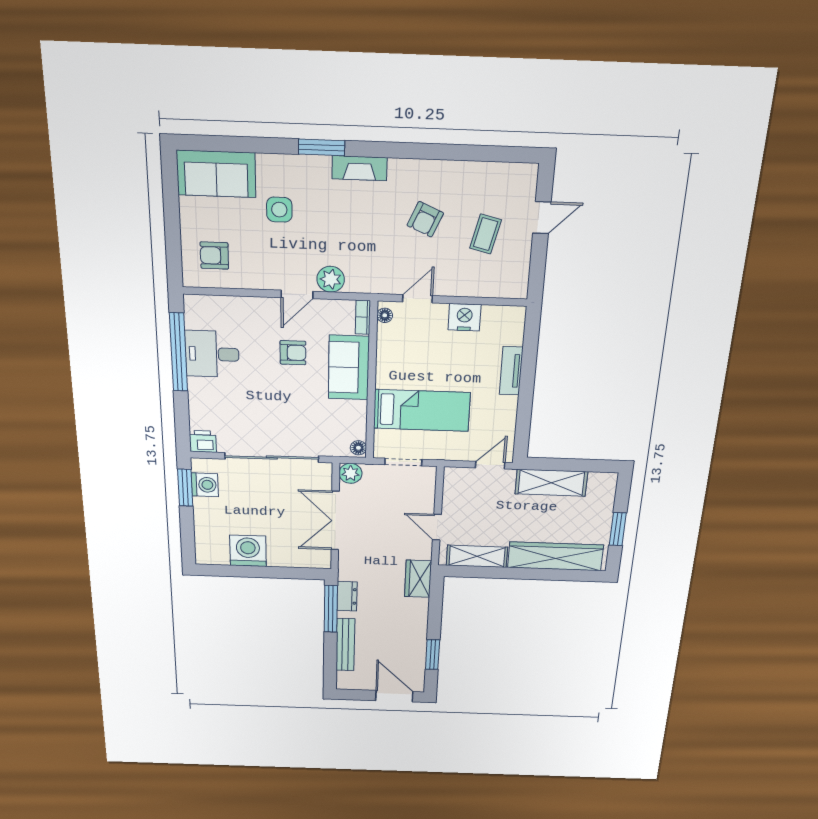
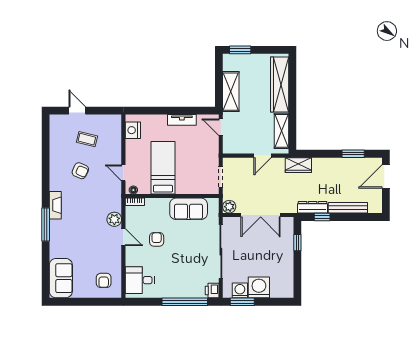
window: (322, 147) -> (46, 225), width x1.44
side table: (279, 210) -> (78, 246), removed
nightstand: (465, 317) -> (133, 130), moved
window: (179, 352) -> (185, 302), moved
desk: (212, 354) -> (140, 280), moved, turned 90
sofa: (349, 368) -> (189, 209), moved
tv unit: (511, 371) -> (182, 120), moved
bed: (422, 410) -> (163, 168), moved
floor lamp: (358, 448) -> (213, 203), removed
window: (618, 529) -> (240, 50), moved
washing machine: (248, 551) -> (259, 287), moved, turned 90
window: (288, 573) -> (297, 243), added
dresser: (347, 596) -> (312, 207), width x1.44
window: (331, 609) -> (322, 217), width x0.46

